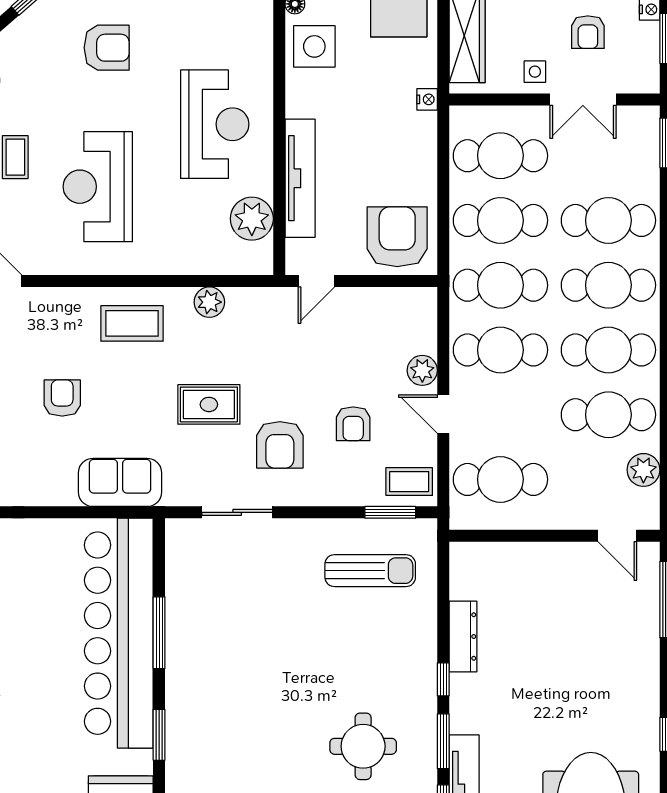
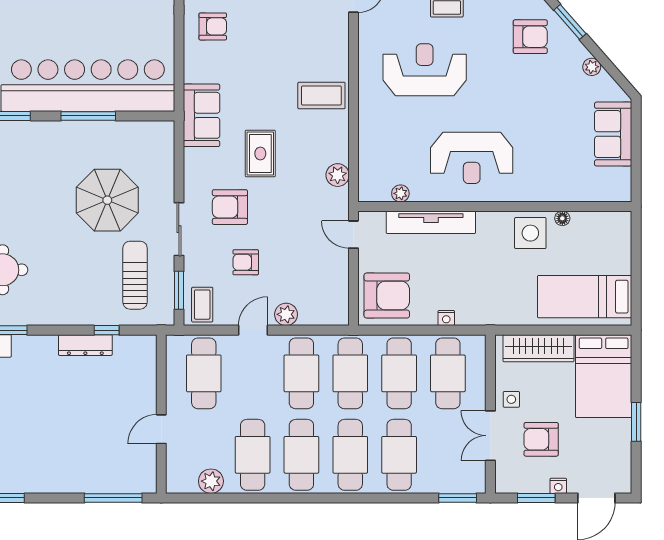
armchair: (588, 32) -> (541, 439), width x1.38, depth x1.38
armchair: (107, 48) -> (530, 37), moved, turned -90
nightstand: (427, 99) -> (446, 318), moved
plant: (252, 219) -> (400, 193), width x0.53, depth x0.53
plant: (209, 302) -> (338, 175), moved
coffee table: (132, 323) -> (321, 95), turned 90
armchair: (62, 398) -> (213, 26), moved
sofa: (120, 482) -> (202, 115), moved
sliding door: (237, 512) -> (179, 229), moved
door: (617, 536) -> (161, 429), moved
sun lounger: (370, 571) -> (135, 275), turned 180
parasol: (271, 607) -> (107, 200), added
window: (443, 679) -> (107, 330), moved

